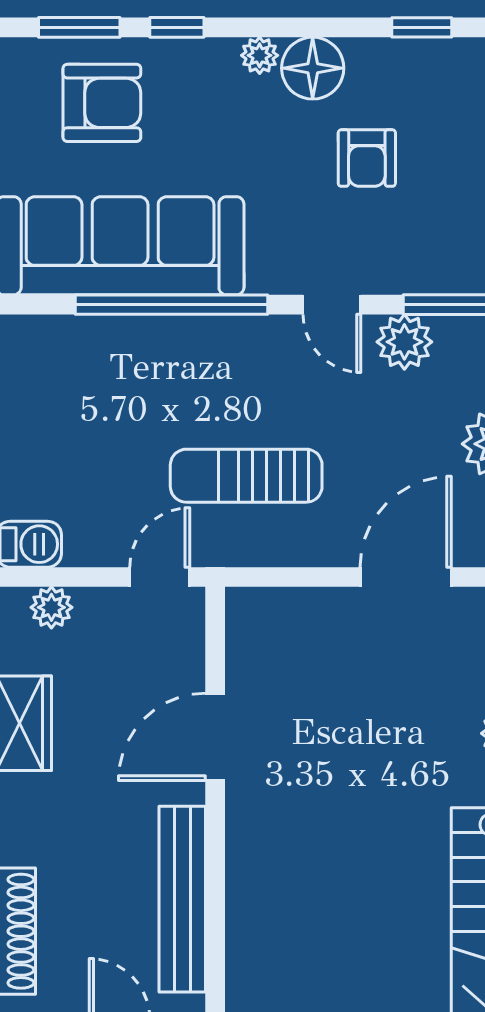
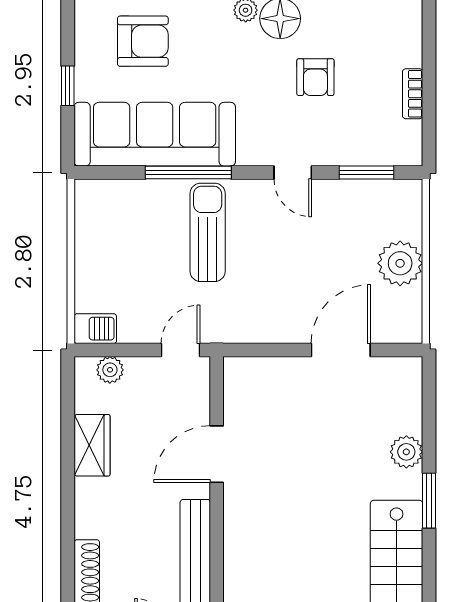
window: (171, 305) -> (188, 173), width x0.68
plant: (404, 342) -> (340, 197), removed
sun lounger: (246, 476) -> (208, 232), moved, turned 90

